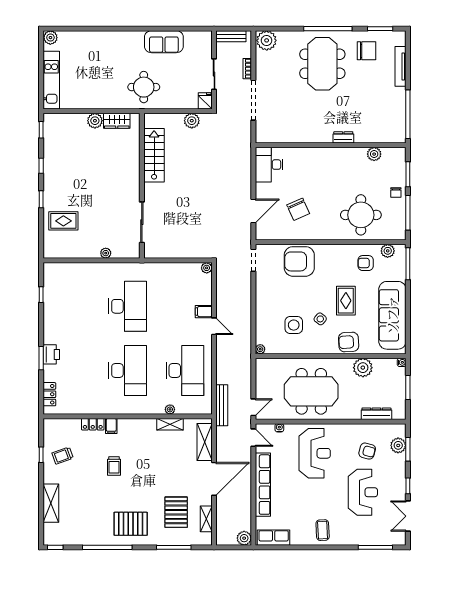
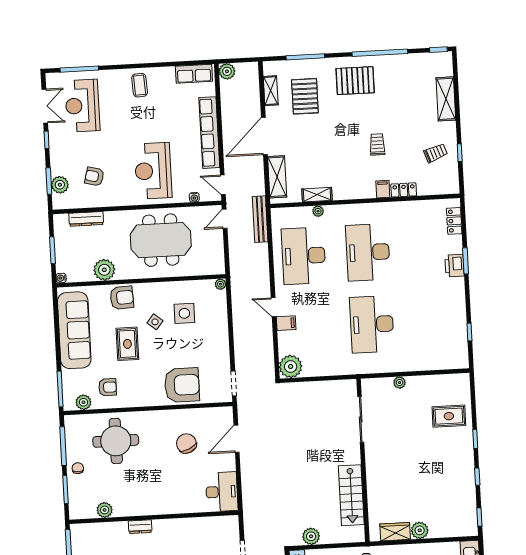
plant: (207, 268) -> (291, 366), width x1.87, depth x1.87
reception desk: (363, 492) -> (82, 106), moved

